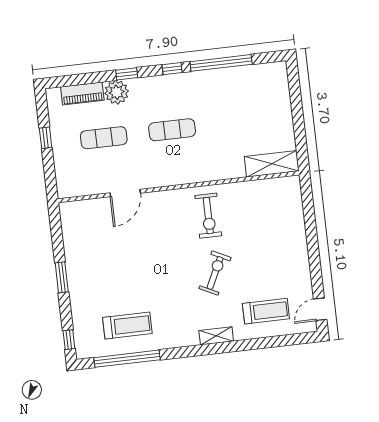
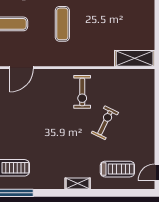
exercise mat: (172, 130) -> (62, 24), turned 90
exercise bike: (215, 273) -> (105, 123), moved

